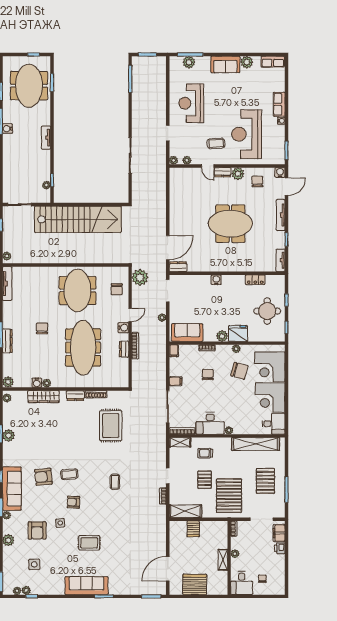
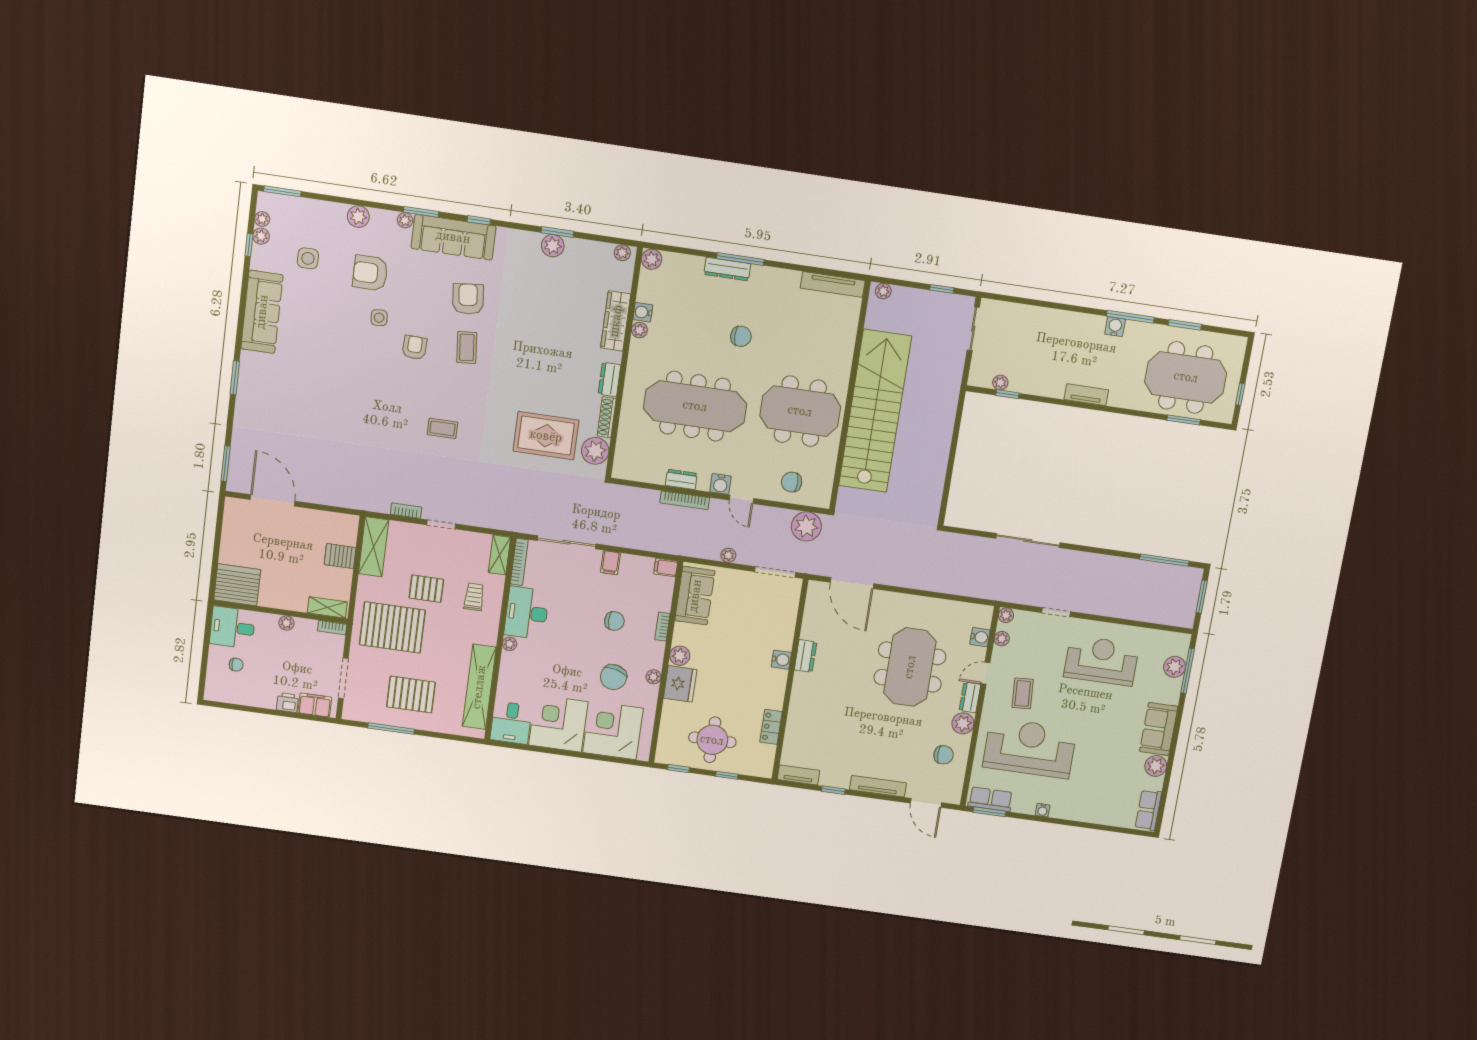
row of seats: (279, 104) -> (990, 799), moved
water cooler: (280, 172) -> (980, 637), moved
stairs: (78, 219) -> (875, 411), moved, turned 180
meeting table: (230, 224) -> (910, 667), moved
dresser: (178, 267) -> (806, 656), moved
plant: (115, 398) -> (595, 451), added
rug: (89, 543) -> (336, 365), removed
shelving: (223, 560) -> (327, 607), moved
server rack: (195, 584) -> (237, 585), moved, turned -90
sofa: (86, 586) -> (262, 312), moved

